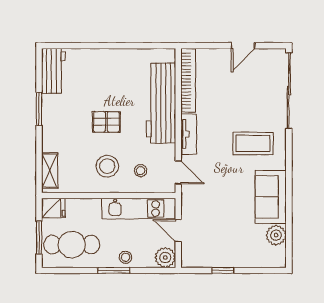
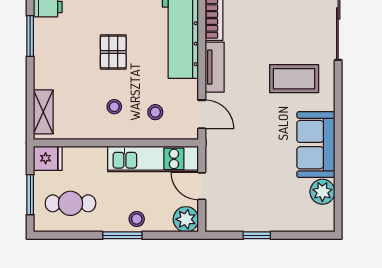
pallet: (106, 122) -> (113, 52), turned 90
stool: (107, 166) -> (114, 107), width x0.53, depth x0.53
cafe table: (72, 245) -> (70, 203), width x0.73, depth x0.74

